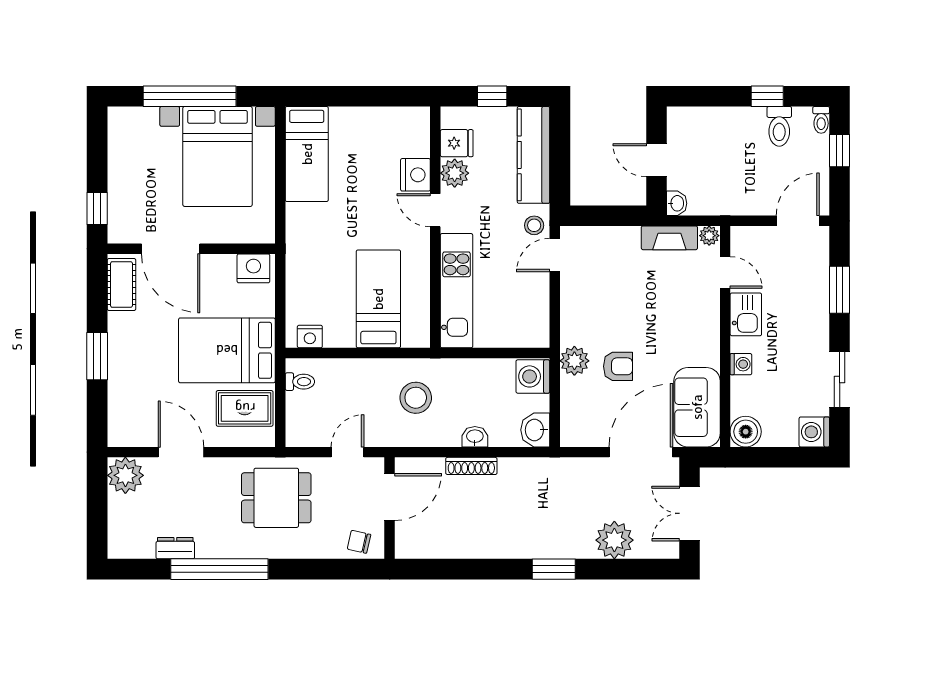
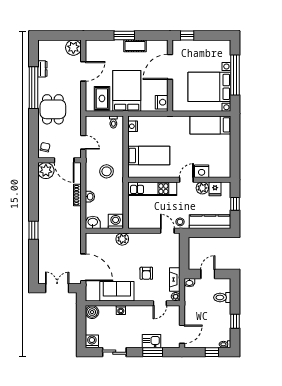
toilet: (779, 126) -> (222, 297), moved
door: (798, 221) -> (182, 334), hinge flipped
cot: (121, 285) -> (135, 46), moved
kitchen sink: (746, 314) -> (151, 341), moved, turned 180
armchair: (618, 366) -> (146, 273), moved
sofa: (697, 407) -> (117, 291), moved
dining table: (276, 498) -> (53, 109), moved
plant: (614, 540) -> (46, 171), moved

